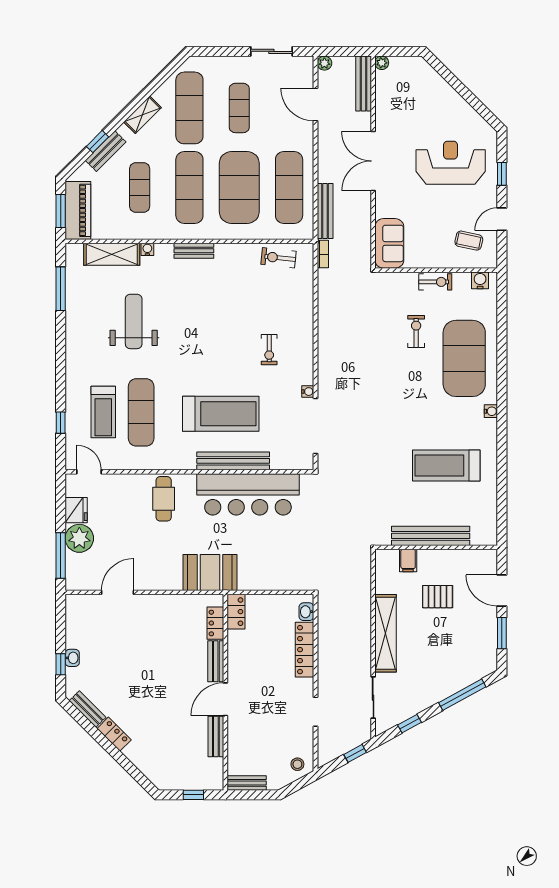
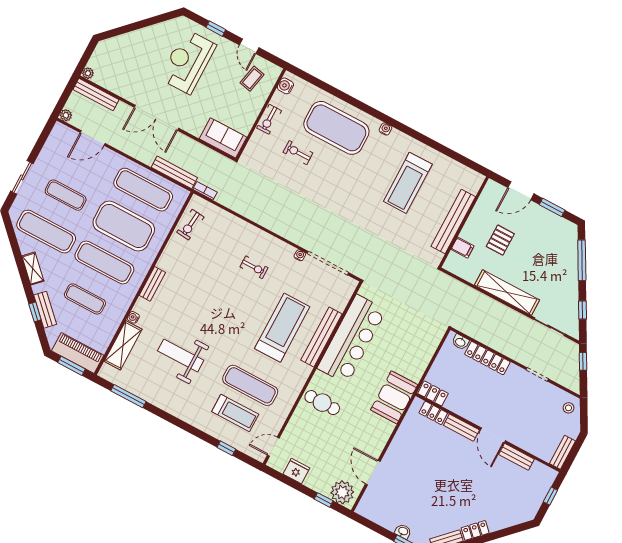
sliding door: (271, 51) -> (22, 177), moved
exercise bike: (435, 282) -> (269, 119), turned 180
plant: (79, 538) -> (342, 492), moved
window: (61, 556) -> (324, 500), width x0.46

